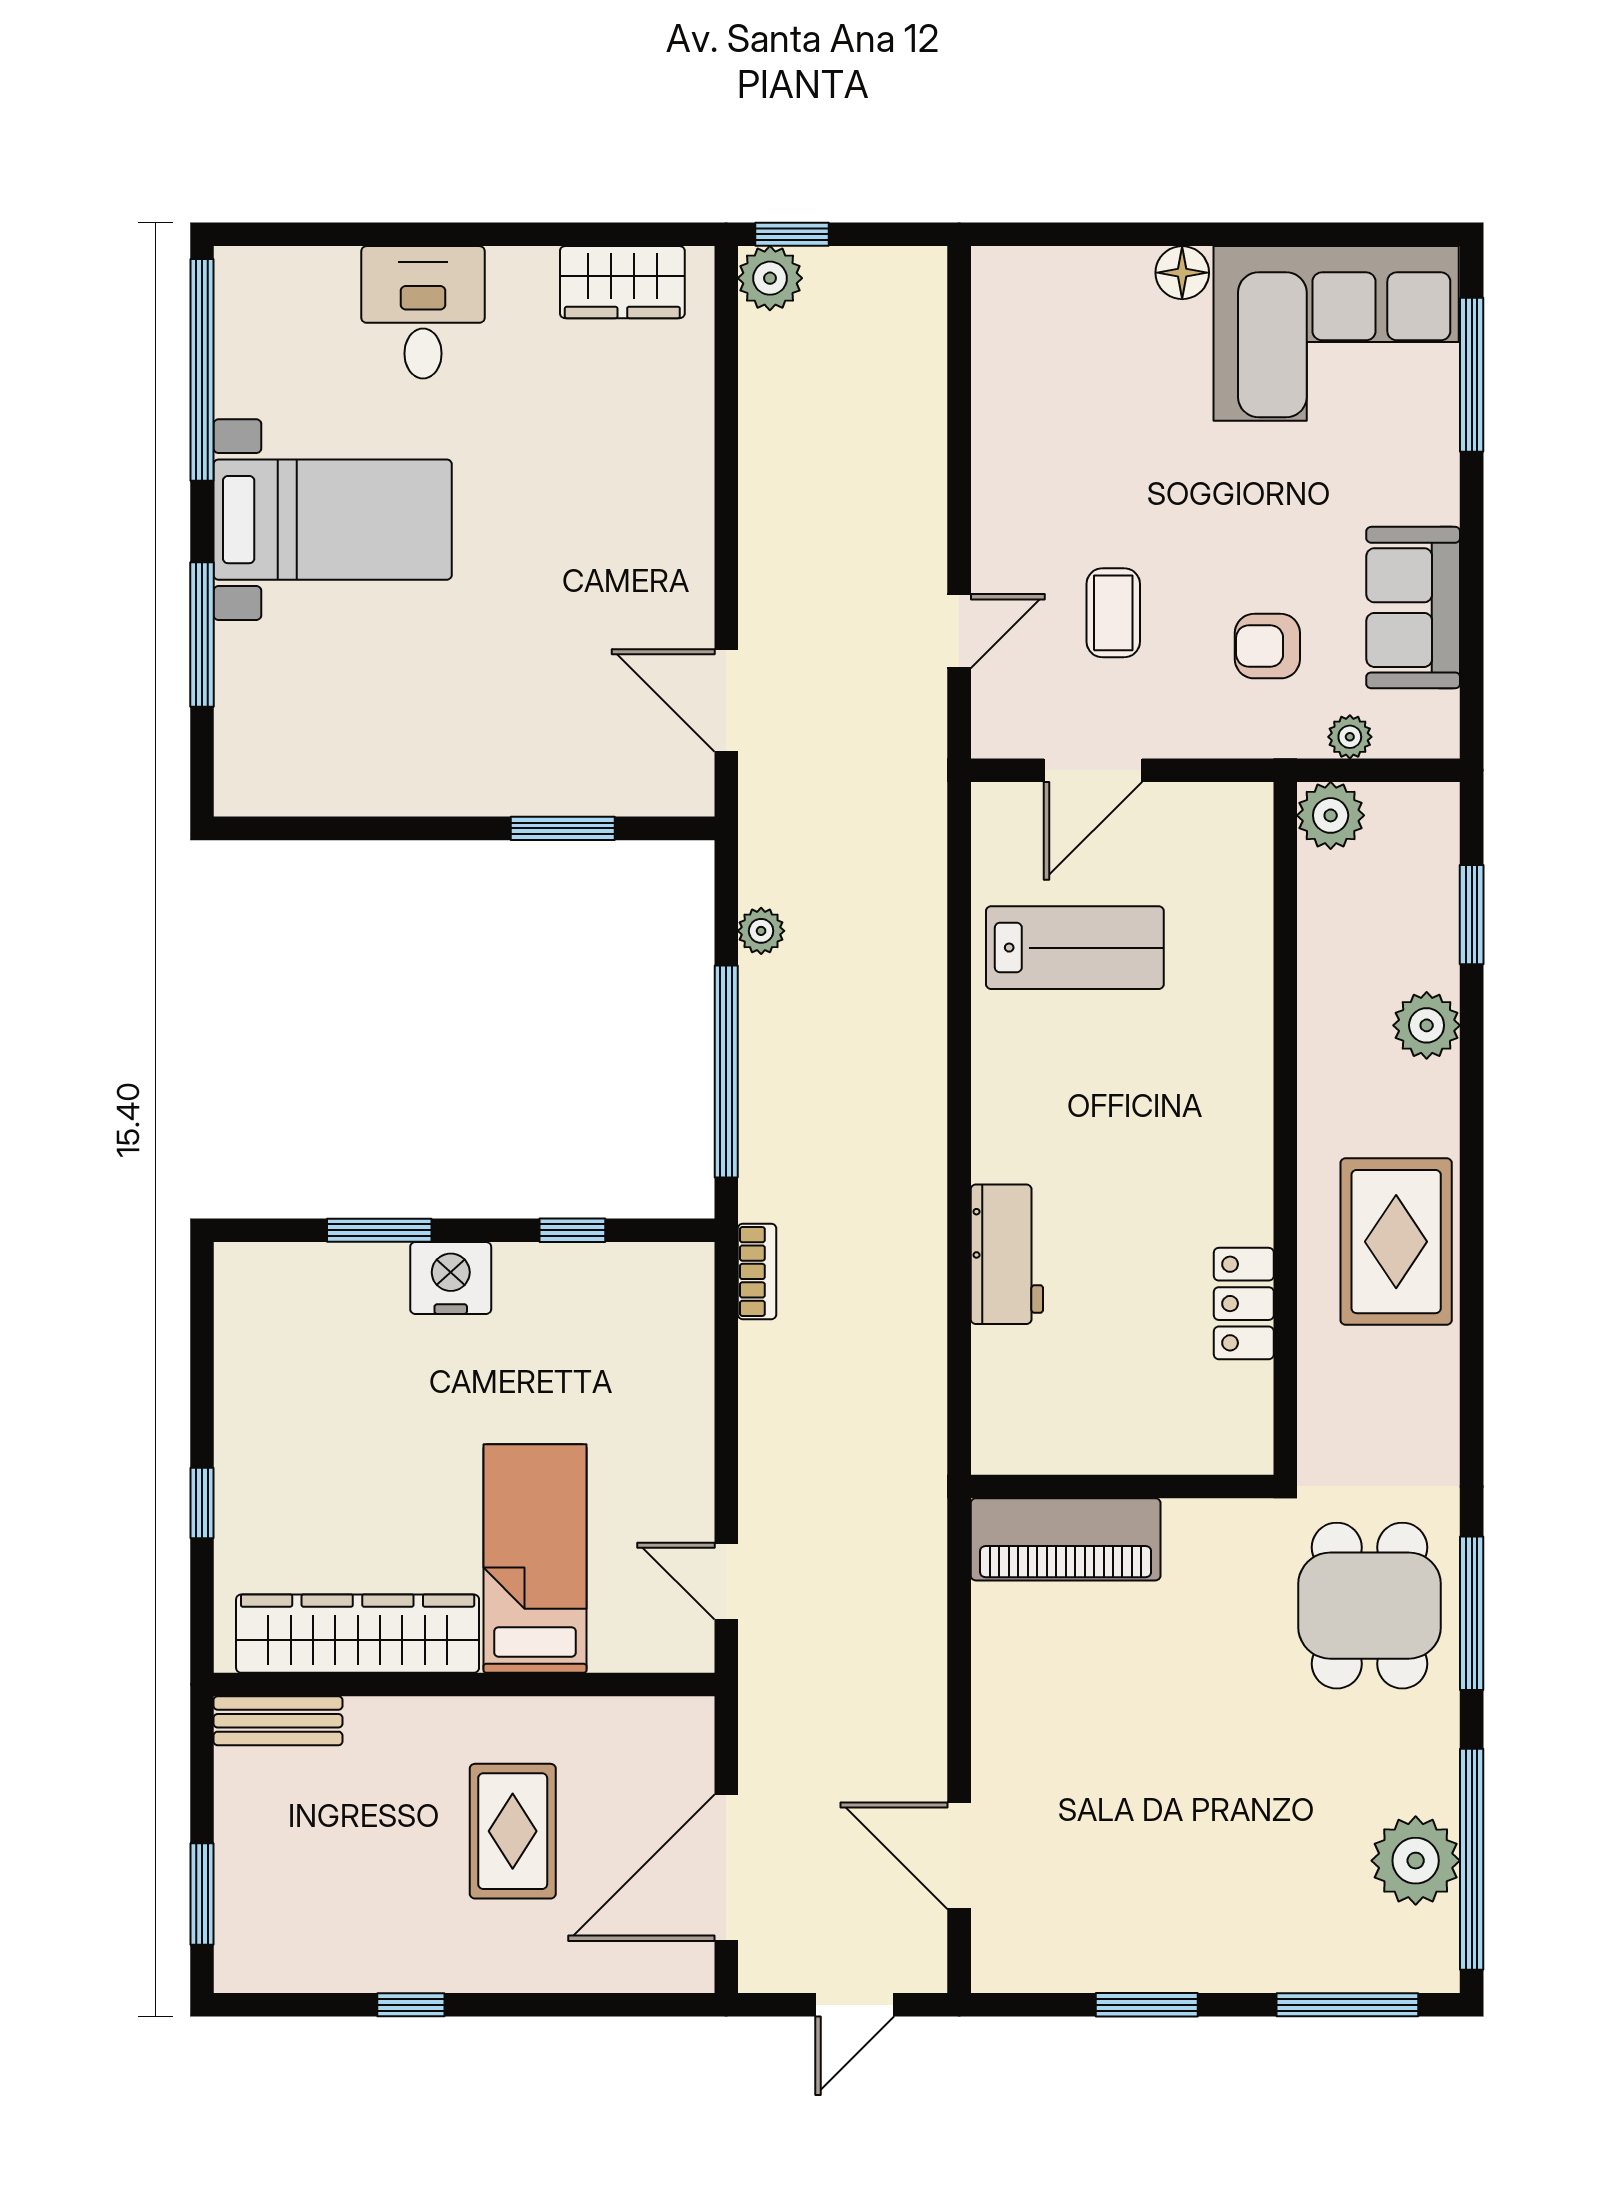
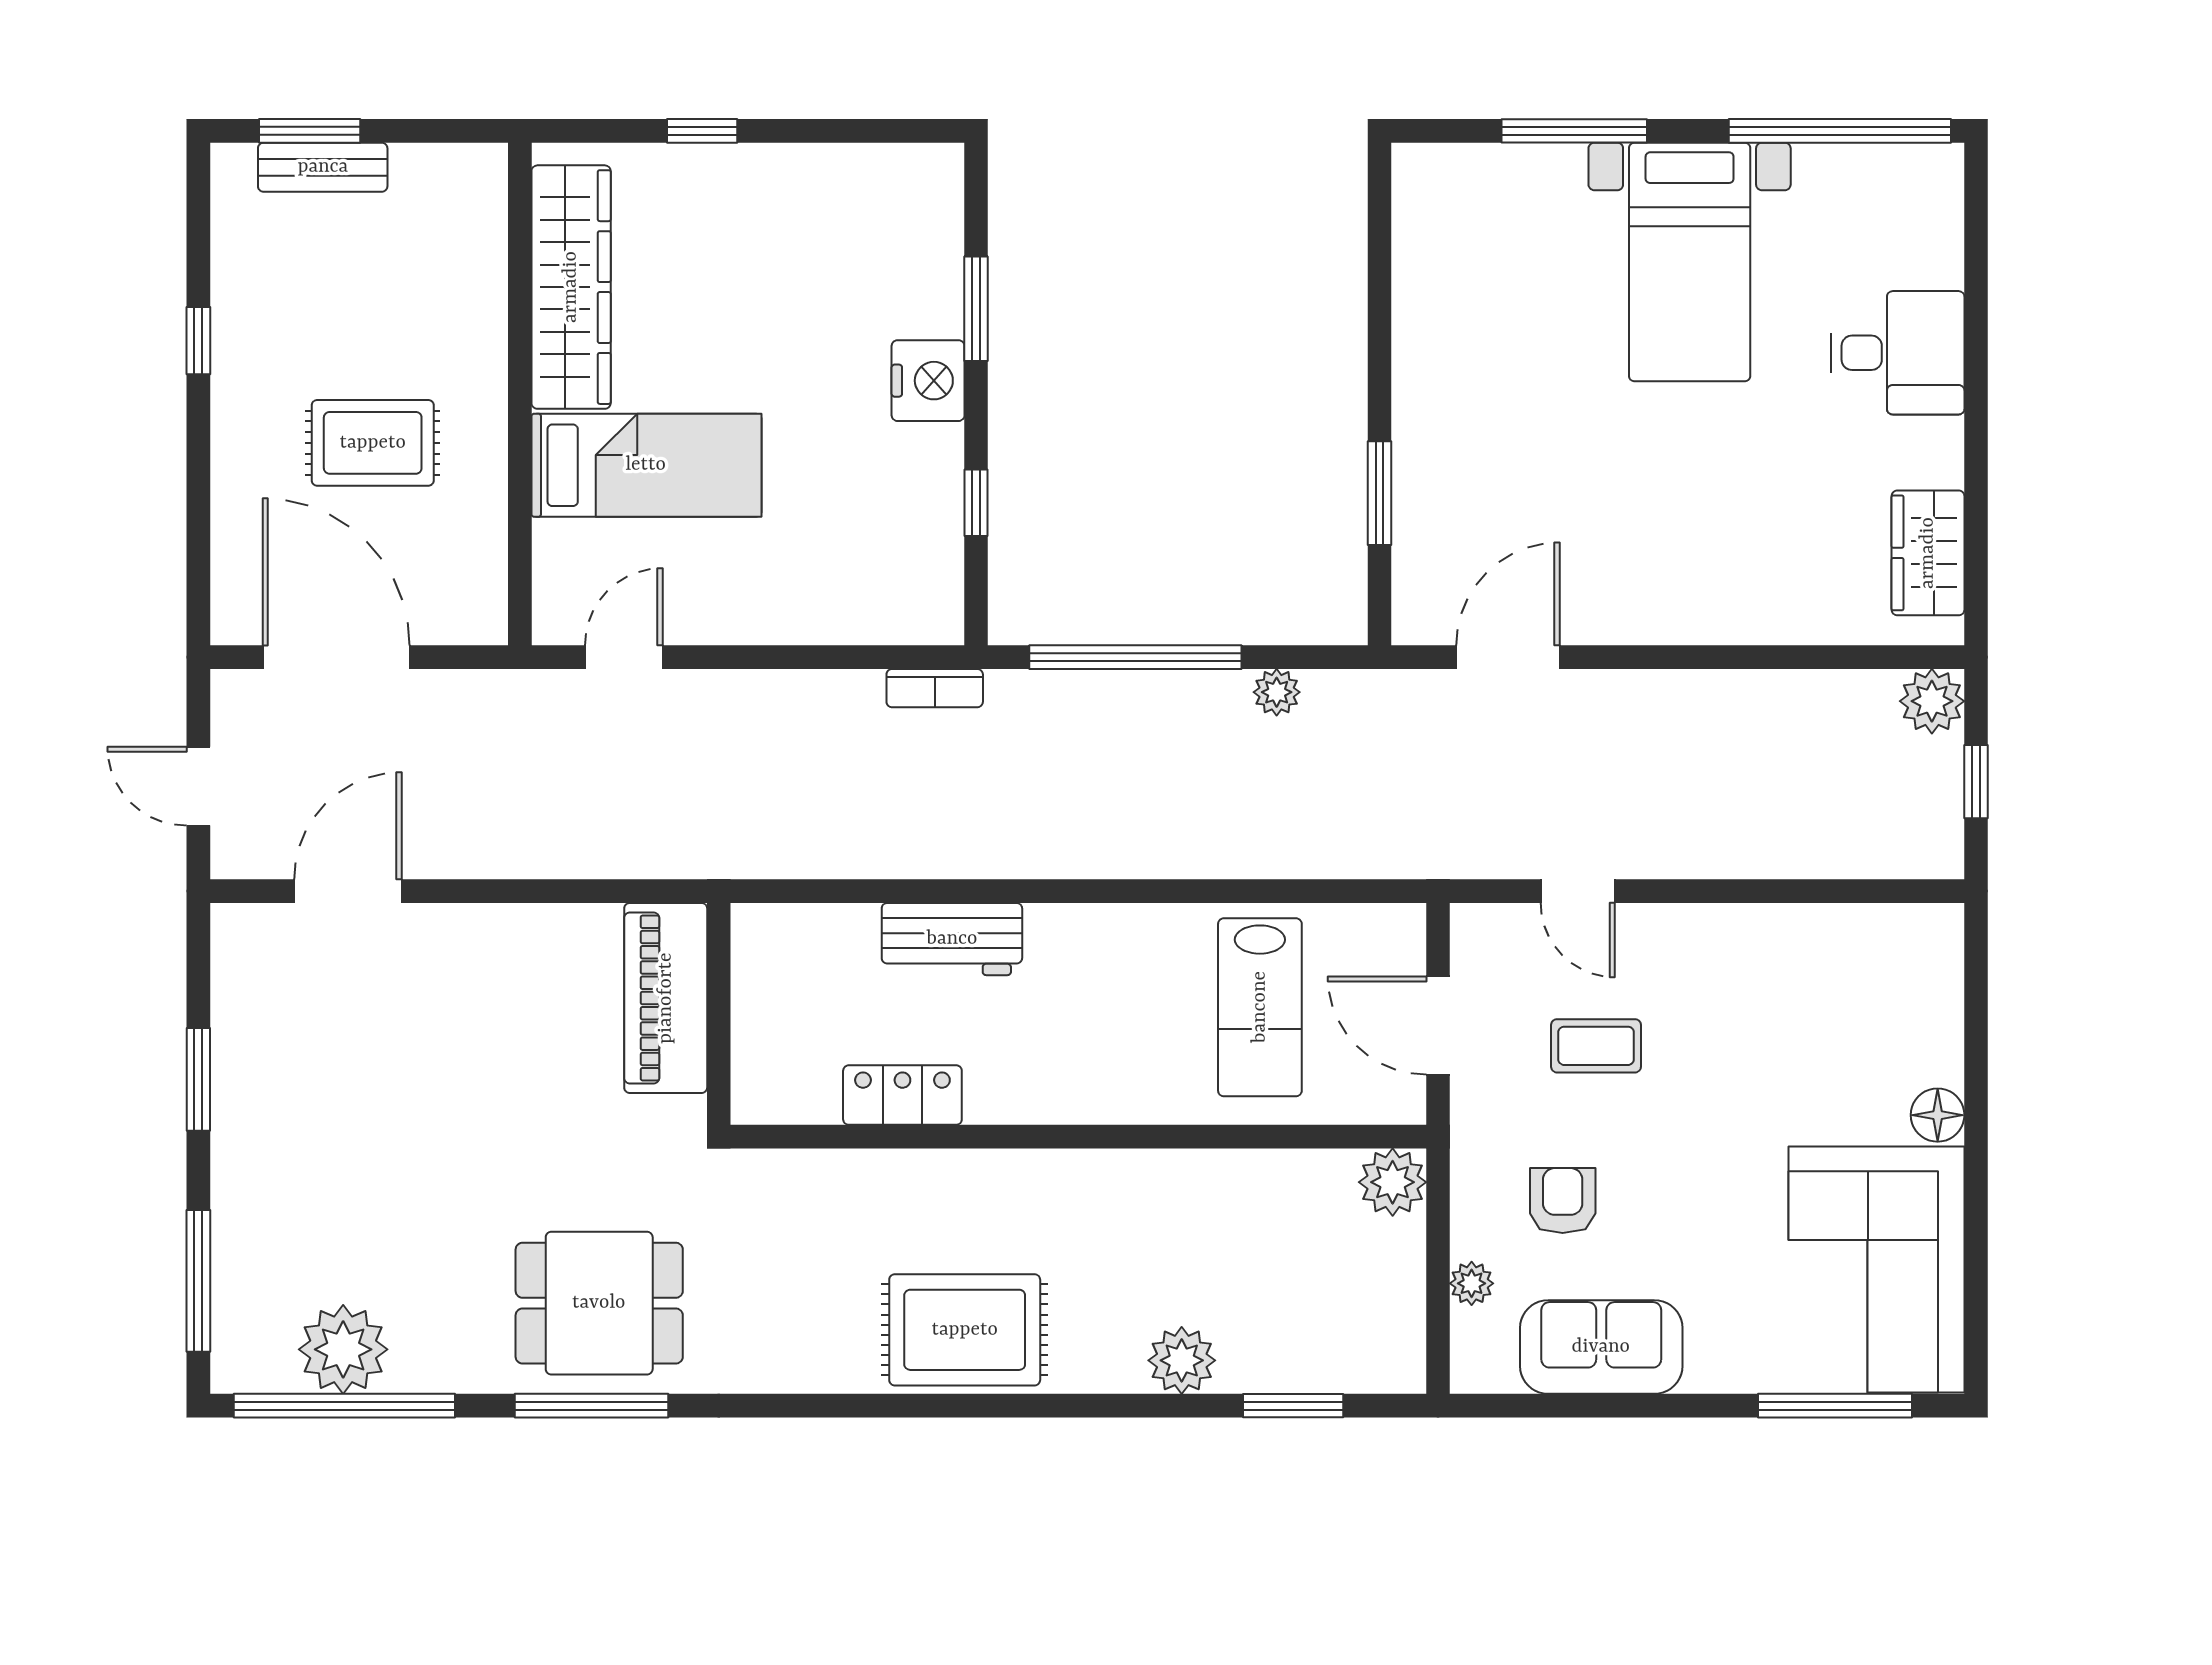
window: (792, 234) -> (1976, 782), moved
plant: (1331, 815) -> (1393, 1182), moved
wall: (1285, 1128) -> (1078, 1137), moved
locker: (1244, 1304) -> (902, 1095), moved
bench: (278, 1721) -> (323, 167), moved, turned 90

